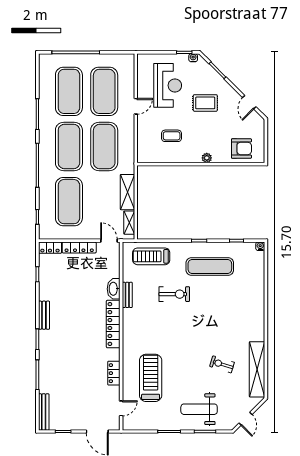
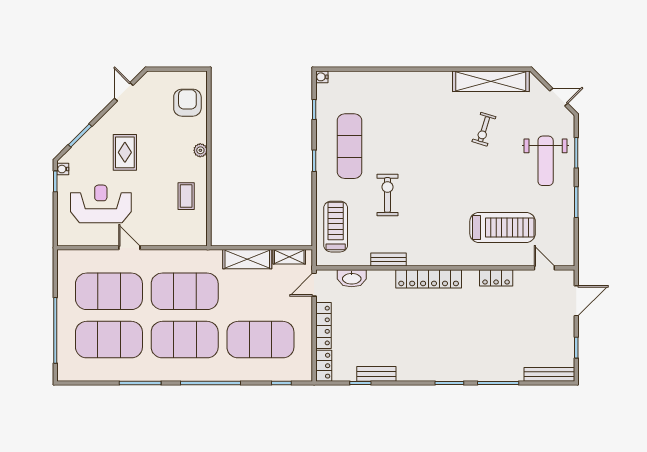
door: (249, 102) -> (124, 92), swing flipped
coffee table: (172, 136) -> (186, 196), moved
treadmill: (151, 256) -> (336, 227), turned 180
washbasin: (114, 289) -> (352, 278), moved
bench: (44, 315) -> (376, 374), moved
treadmill: (151, 378) -> (503, 227), turned 180

